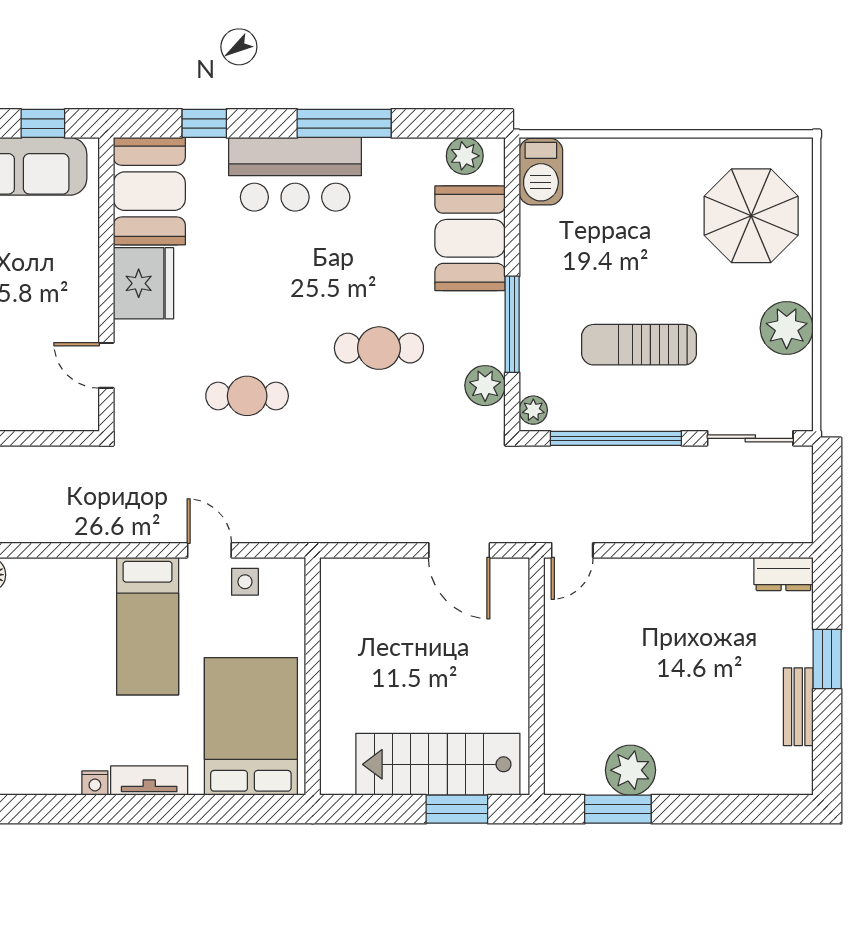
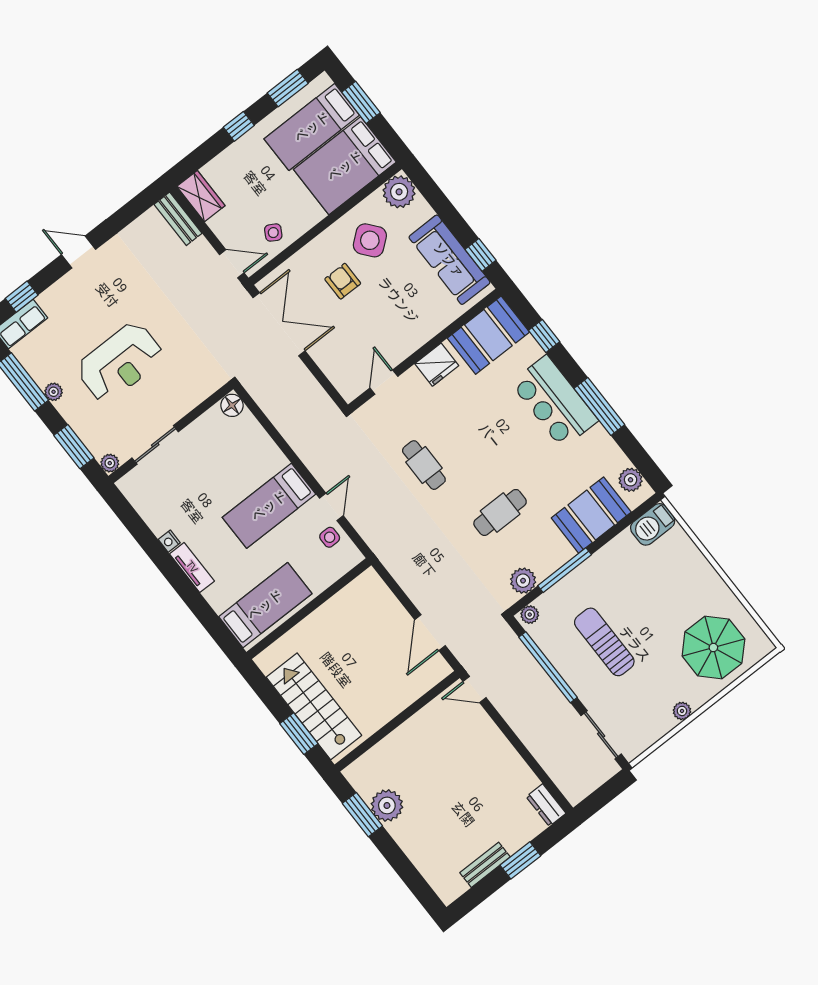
fridge: (143, 283) -> (437, 365), width x0.73, depth x0.75
plant: (787, 328) -> (682, 711), width x0.53, depth x0.53
cafe table: (379, 348) -> (500, 512), turned 90
bed: (251, 726) -> (265, 605), width x0.67

